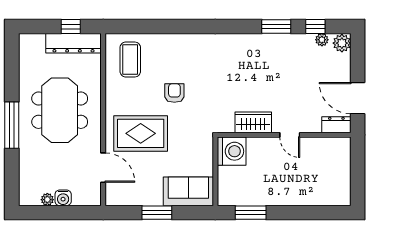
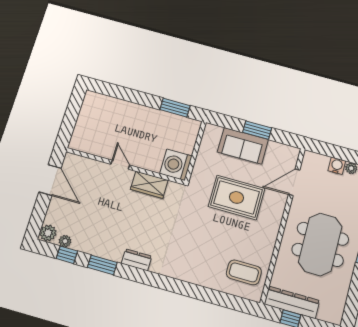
coffee table: (130, 59) -> (244, 272), turned 90
armchair: (174, 93) -> (212, 231), removed
dresser: (336, 125) -> (137, 260), moved, turned 180
rug: (141, 133) -> (237, 197), moved
door: (103, 168) -> (294, 182), hinge flipped
sofa: (188, 191) -> (243, 146), moved

